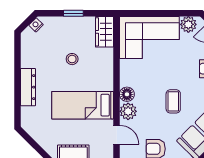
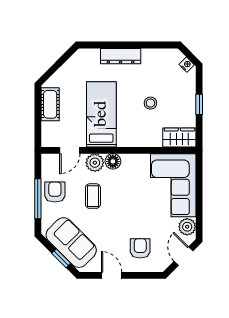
coffee table: (173, 101) -> (93, 196), moved, turned 90

